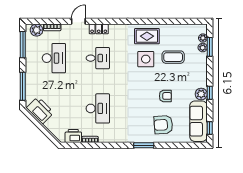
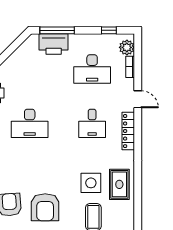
locker: (99, 29) -> (128, 131), width x1.53
window: (23, 45) -> (109, 30), width x0.46
armchair: (165, 96) -> (45, 207), width x1.88, depth x1.88
printer: (40, 110) -> (54, 44), moved, turned 45

